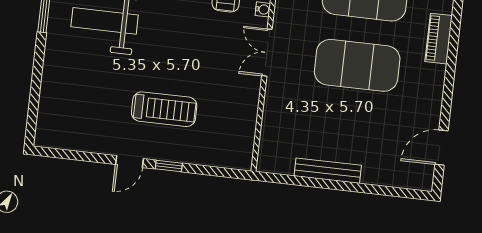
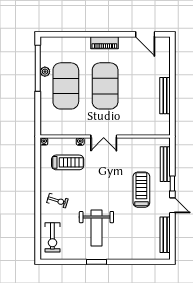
piano: (439, 39) -> (104, 43), moved
bench: (79, 142) -> (165, 235), added
bench: (205, 157) -> (165, 164), added

